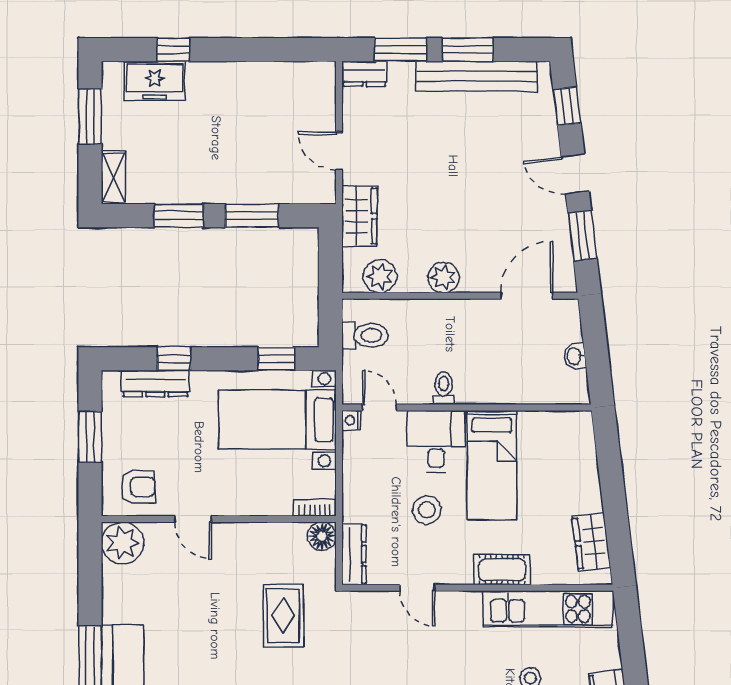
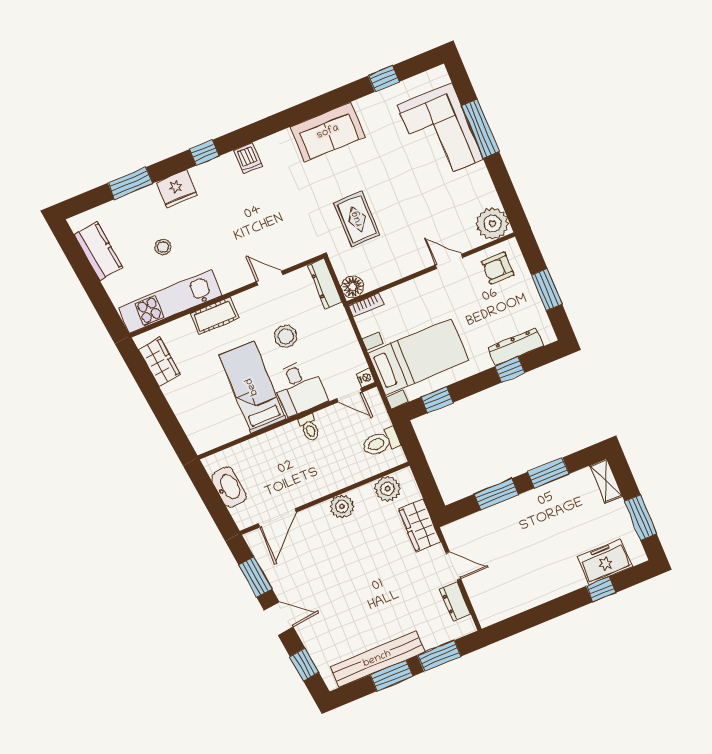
dresser: (364, 74) -> (455, 601), moved, turned -90
washbasin: (575, 356) -> (229, 487), width x1.91, depth x1.45

